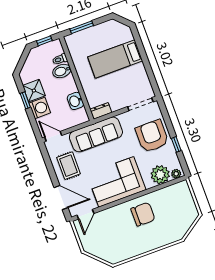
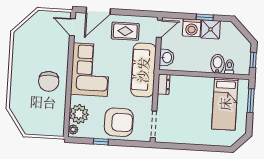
bed: (115, 59) -> (225, 104), moved, turned 180
washbasin: (75, 101) -> (167, 58), moved, turned 90

